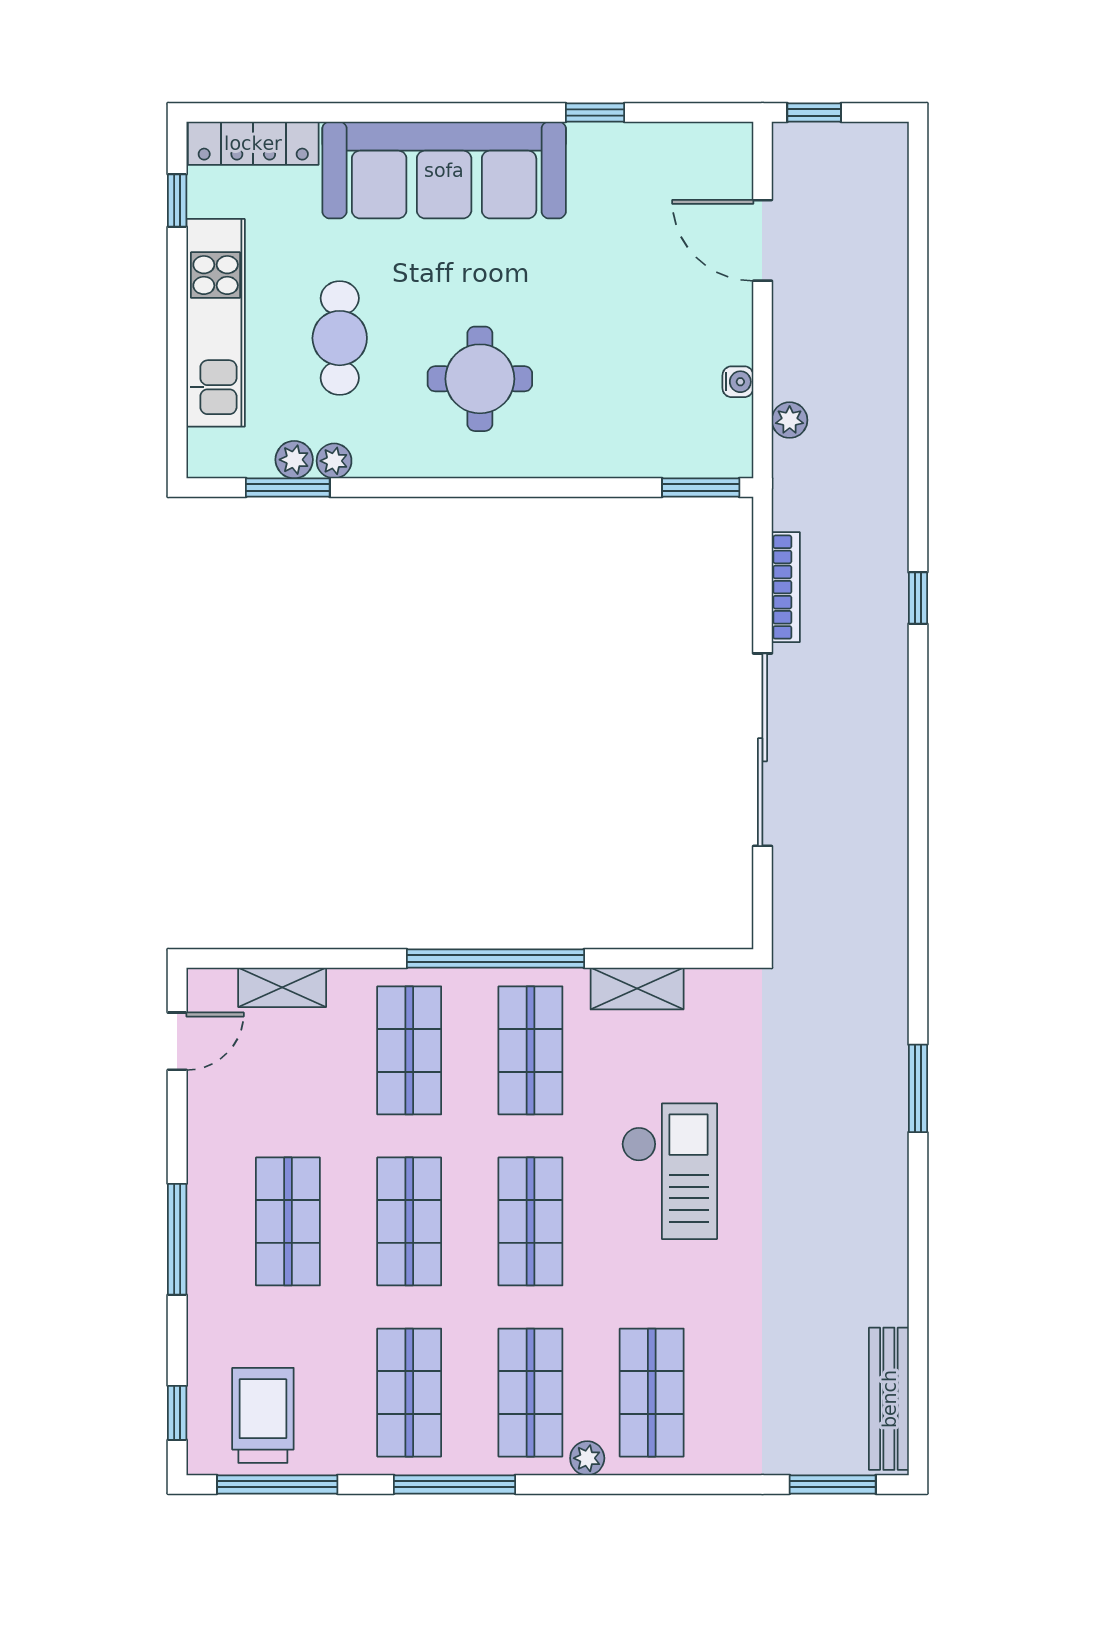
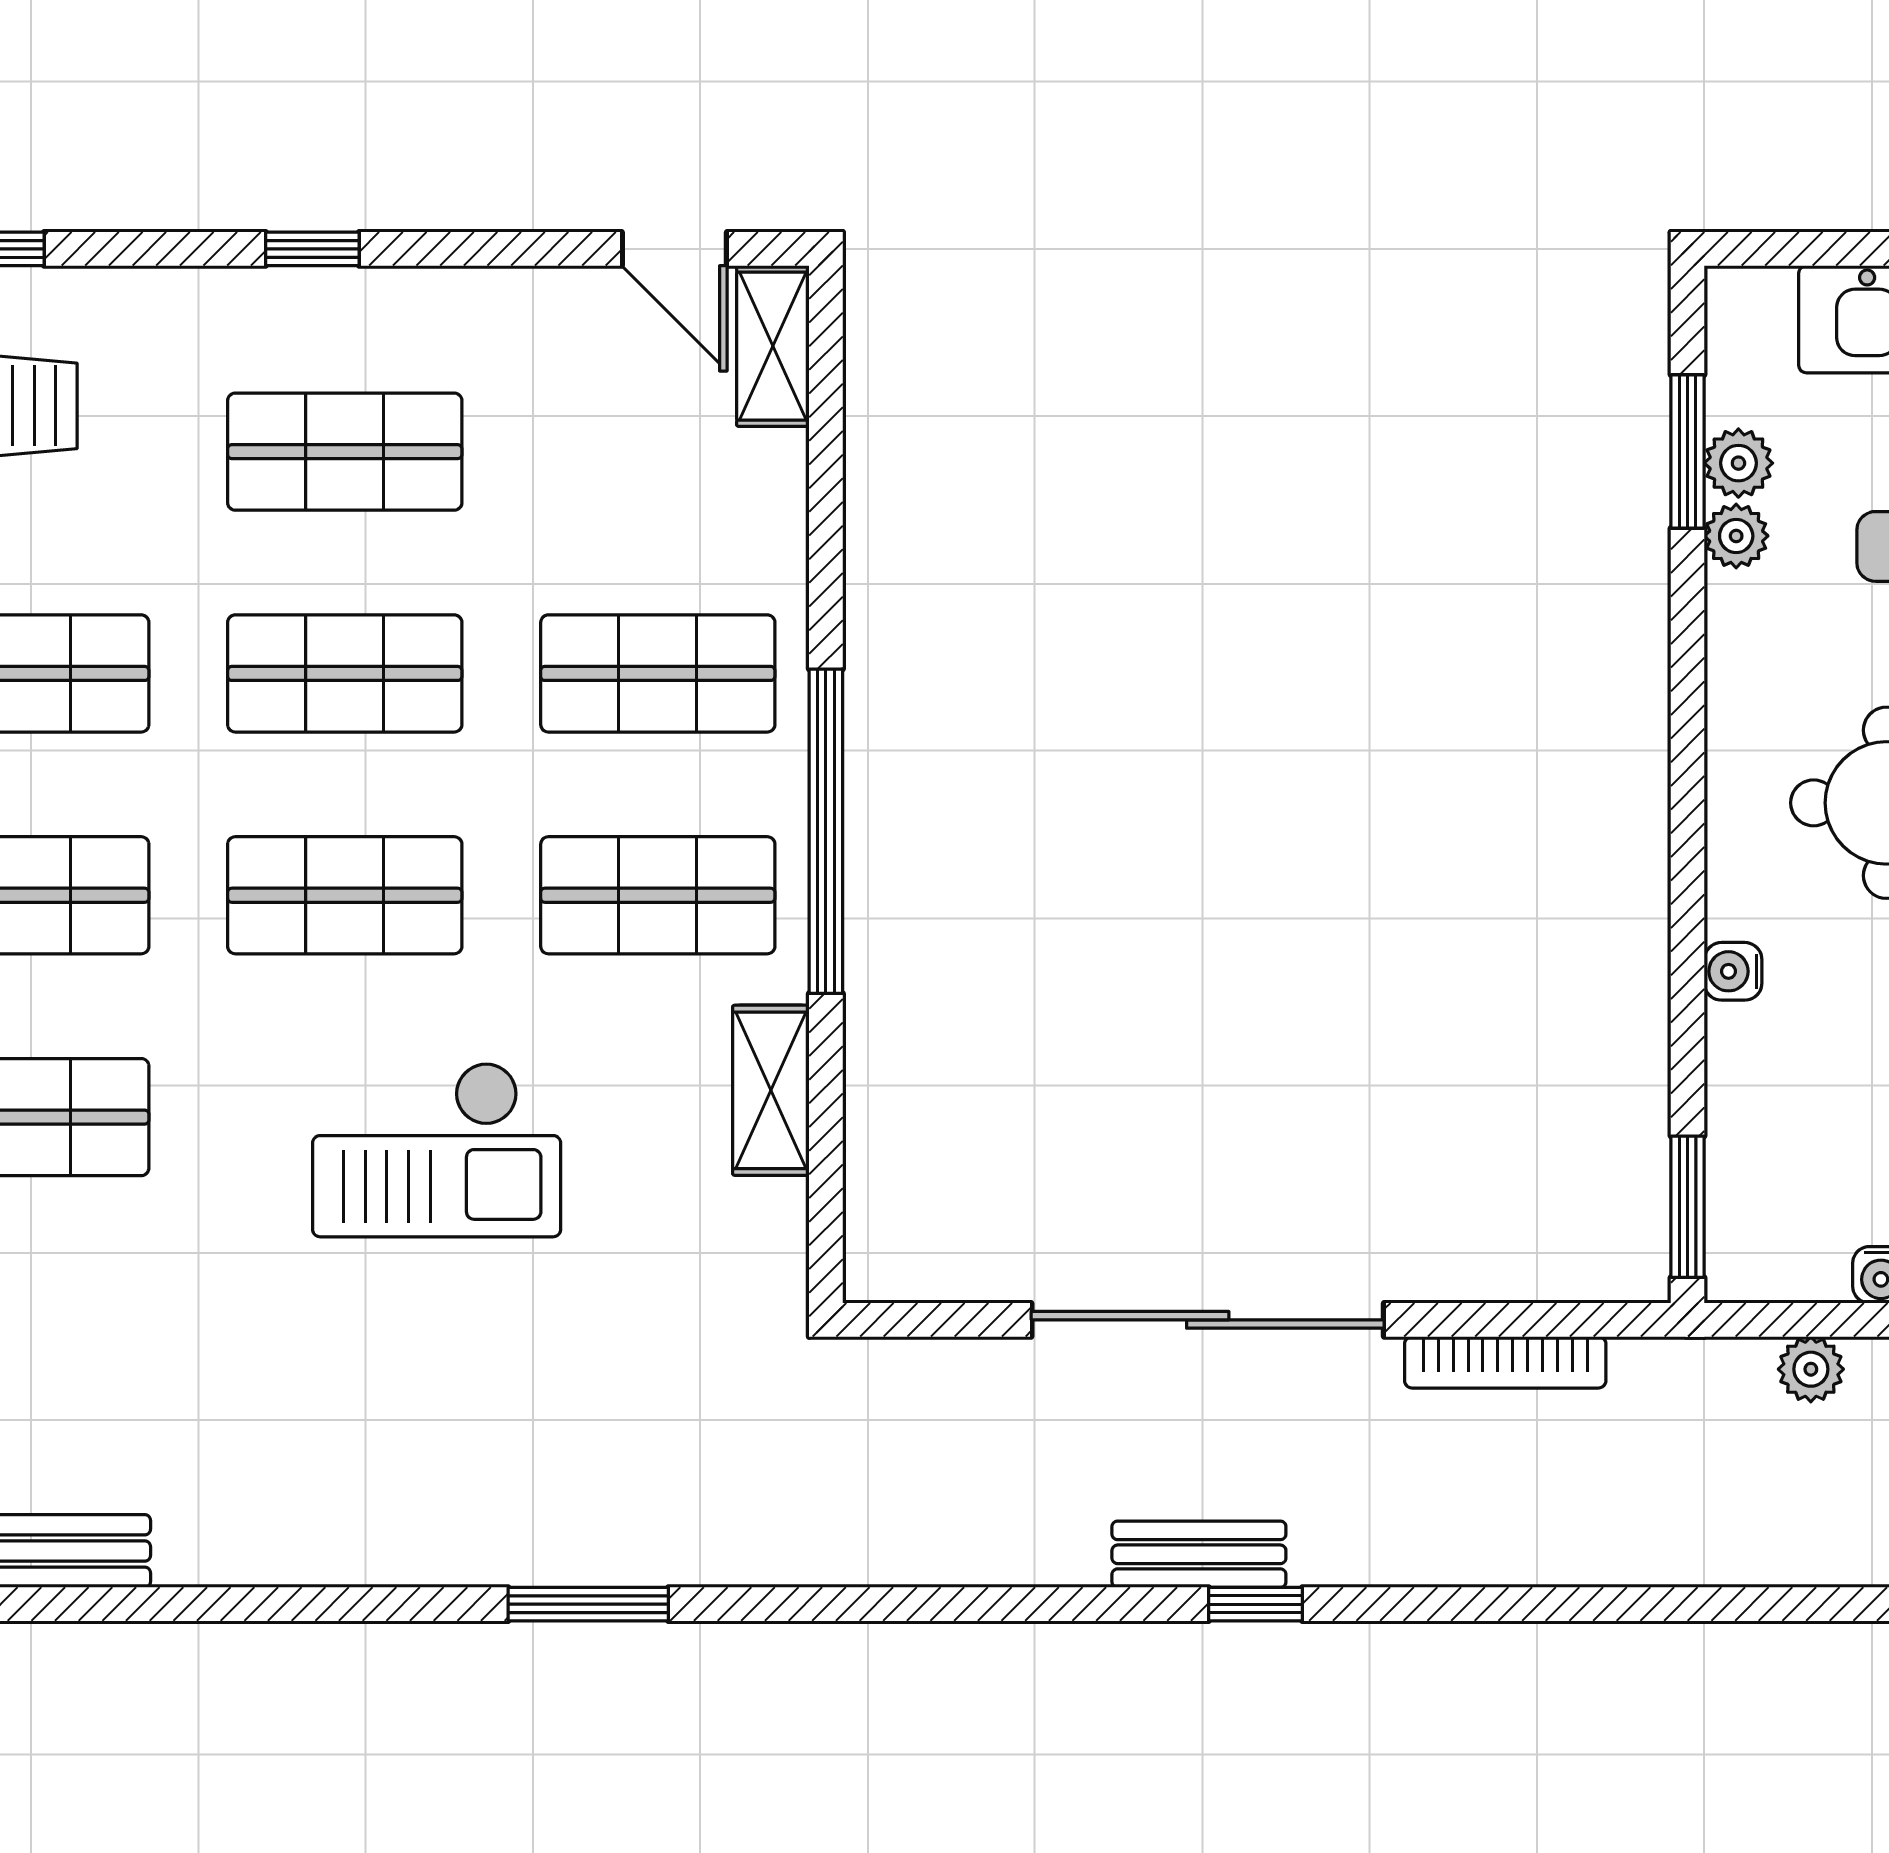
water cooler: (572, 463) -> (1733, 971), added
window: (918, 598) -> (1255, 1604), moved
bench: (891, 755) -> (1199, 1554), added
shelving: (282, 987) -> (773, 346), moved
window: (177, 1239) -> (312, 249), width x0.46

